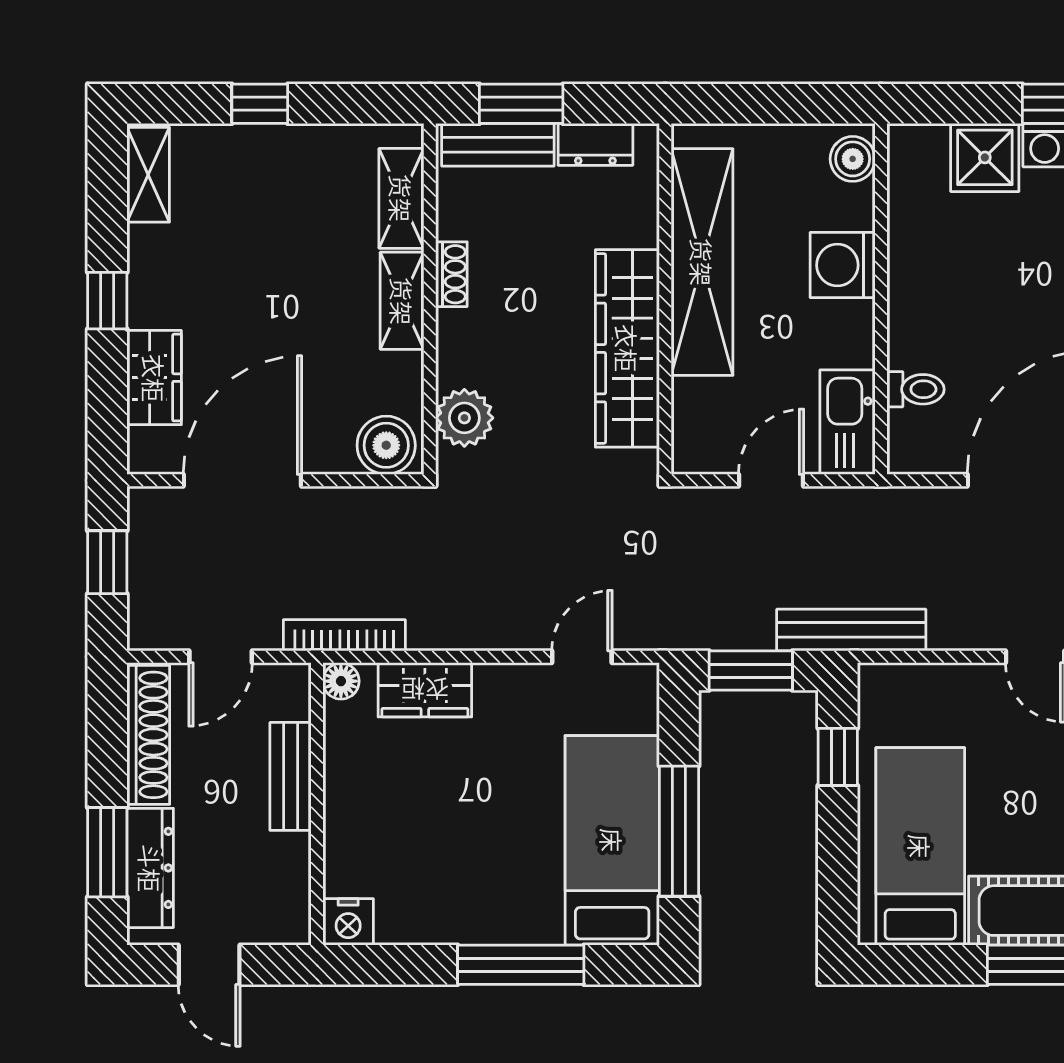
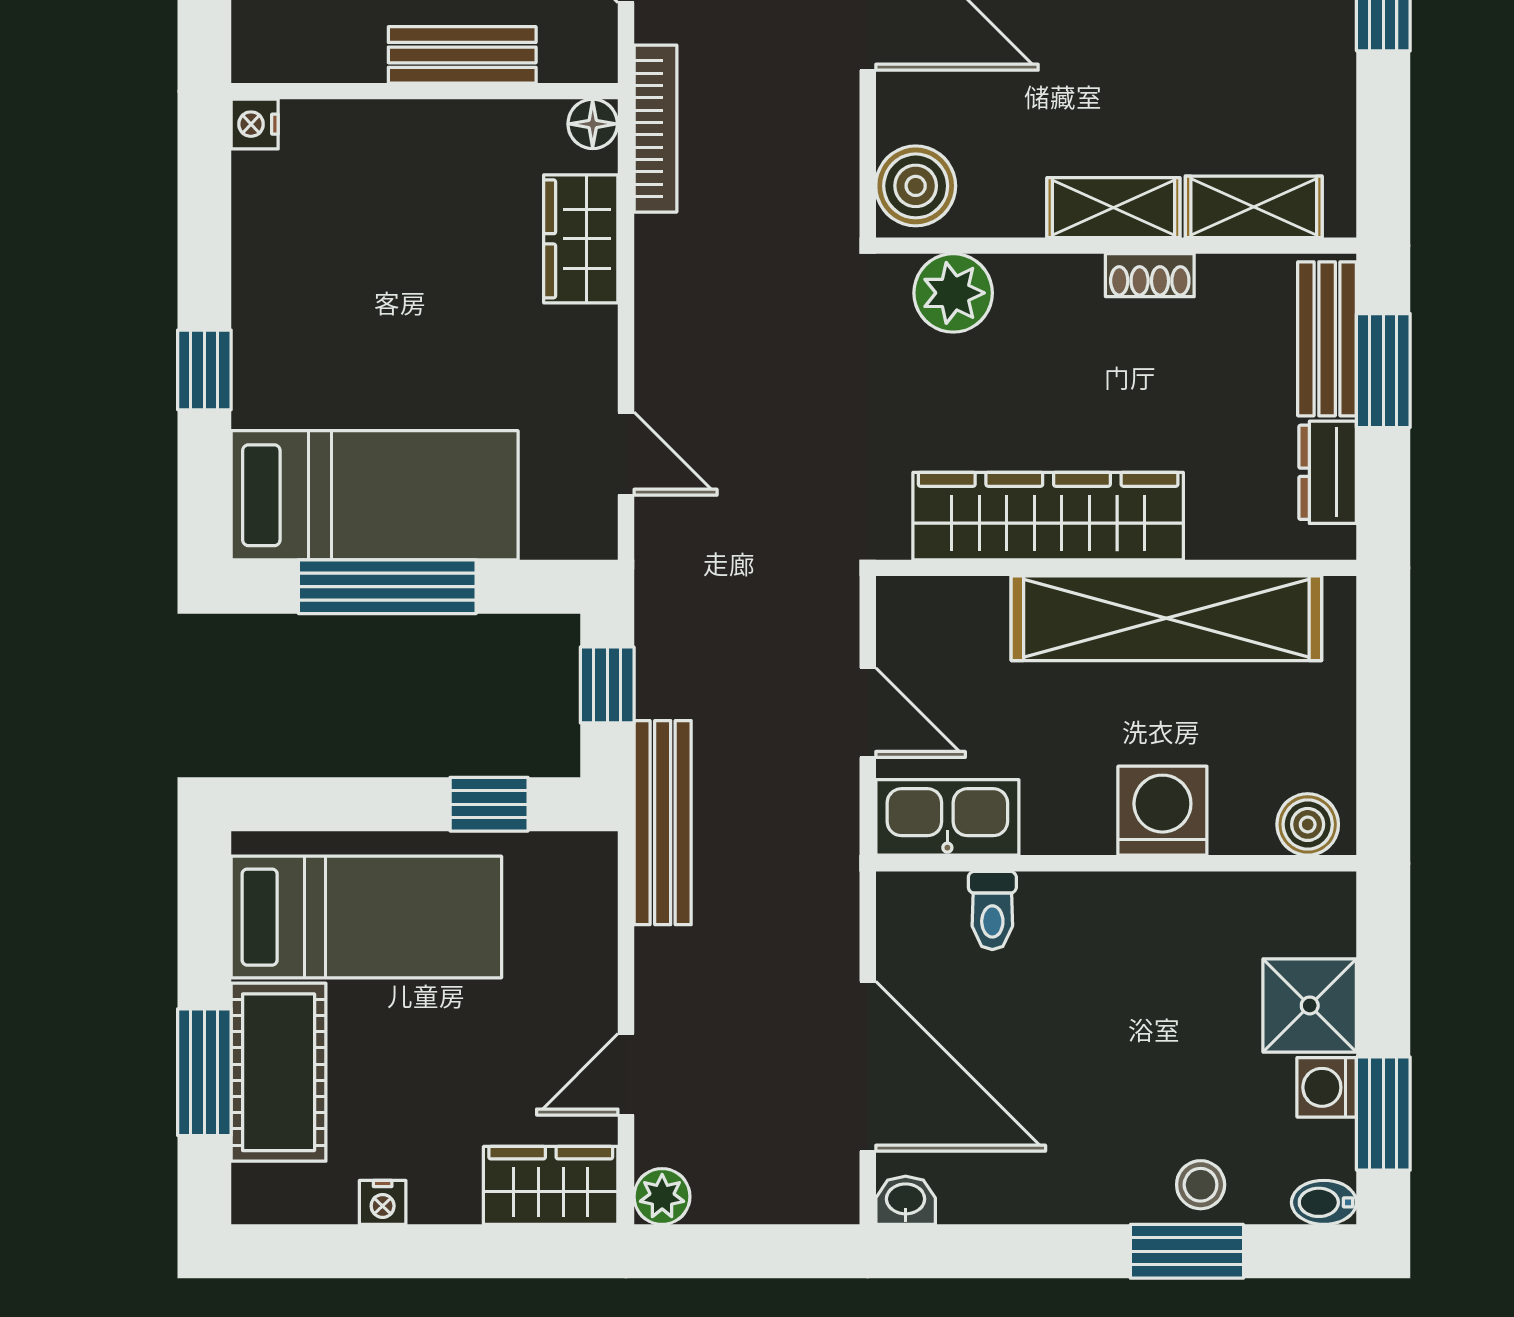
window: (751, 671) -> (607, 685), width x0.67
nightstand: (348, 922) -> (255, 124), width x0.72, depth x0.74
window: (521, 965) -> (204, 370), width x0.46

